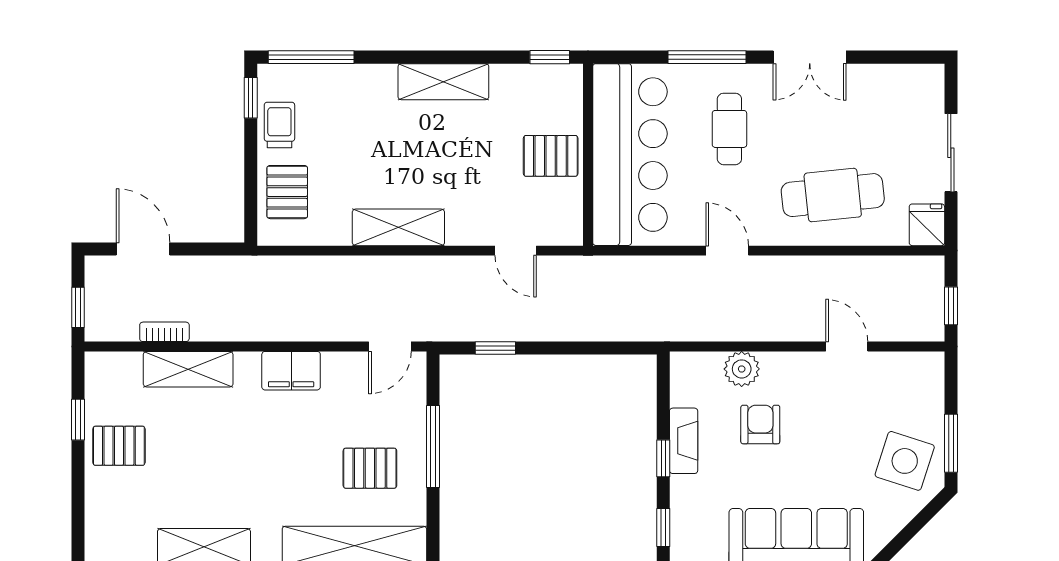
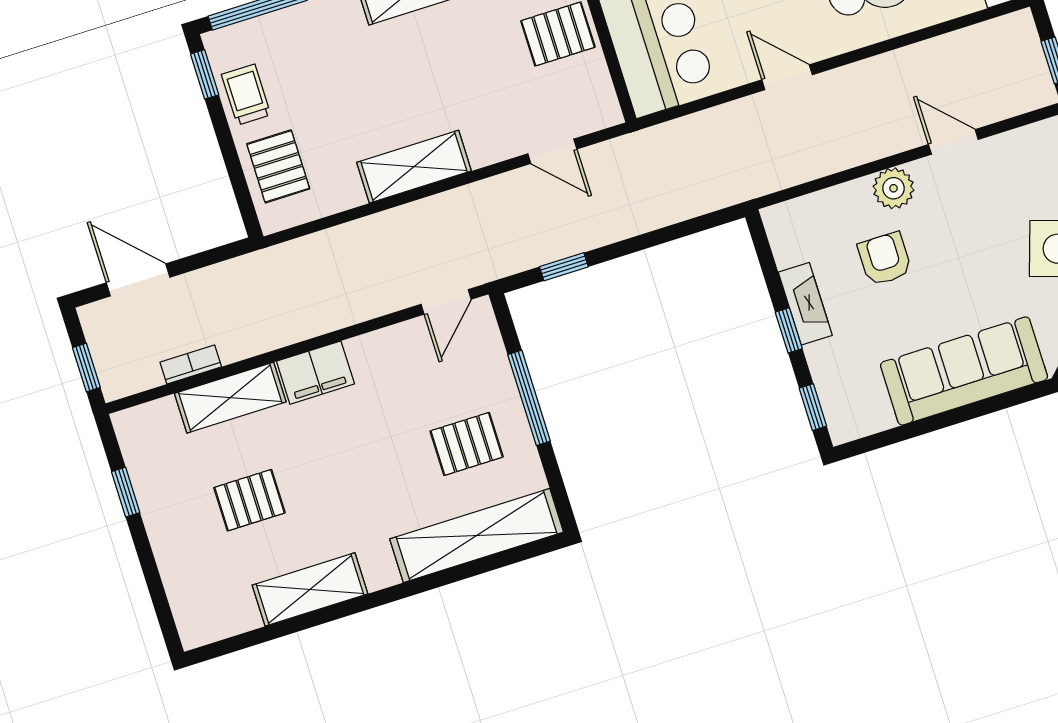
plant: (742, 369) -> (894, 188), moved
filing cabinet: (291, 371) -> (315, 373), moved
pallet: (119, 446) -> (249, 500), moved

